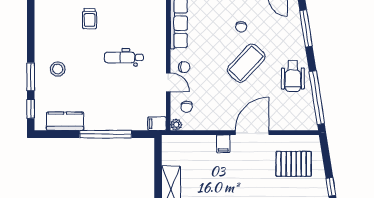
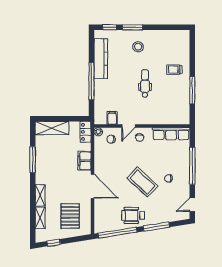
window: (306, 28) -> (156, 227), moved
dental chair: (124, 57) -> (145, 84), moved
kitchen counter: (65, 121) -> (101, 59), width x1.50
filing cabinet: (157, 124) -> (112, 118), moved
locker: (176, 142) -> (86, 132), added
filing cabinet: (223, 144) -> (85, 161), width x2.00

